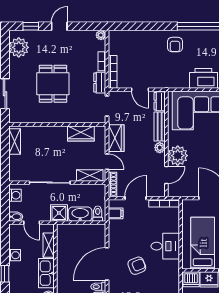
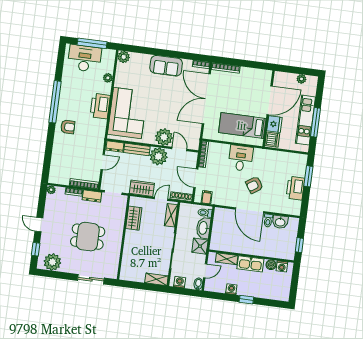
shelving: (15, 141) -> (156, 279), moved
plant: (160, 148) -> (159, 156), width x1.88, depth x1.88
armchair: (137, 266) -> (254, 185), turned -102

